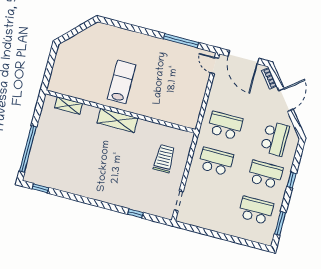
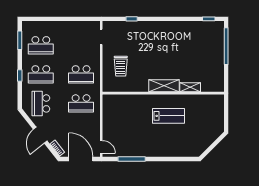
lab bench: (122, 82) -> (168, 116), turned -90
shelving: (68, 106) -> (190, 87), moved

